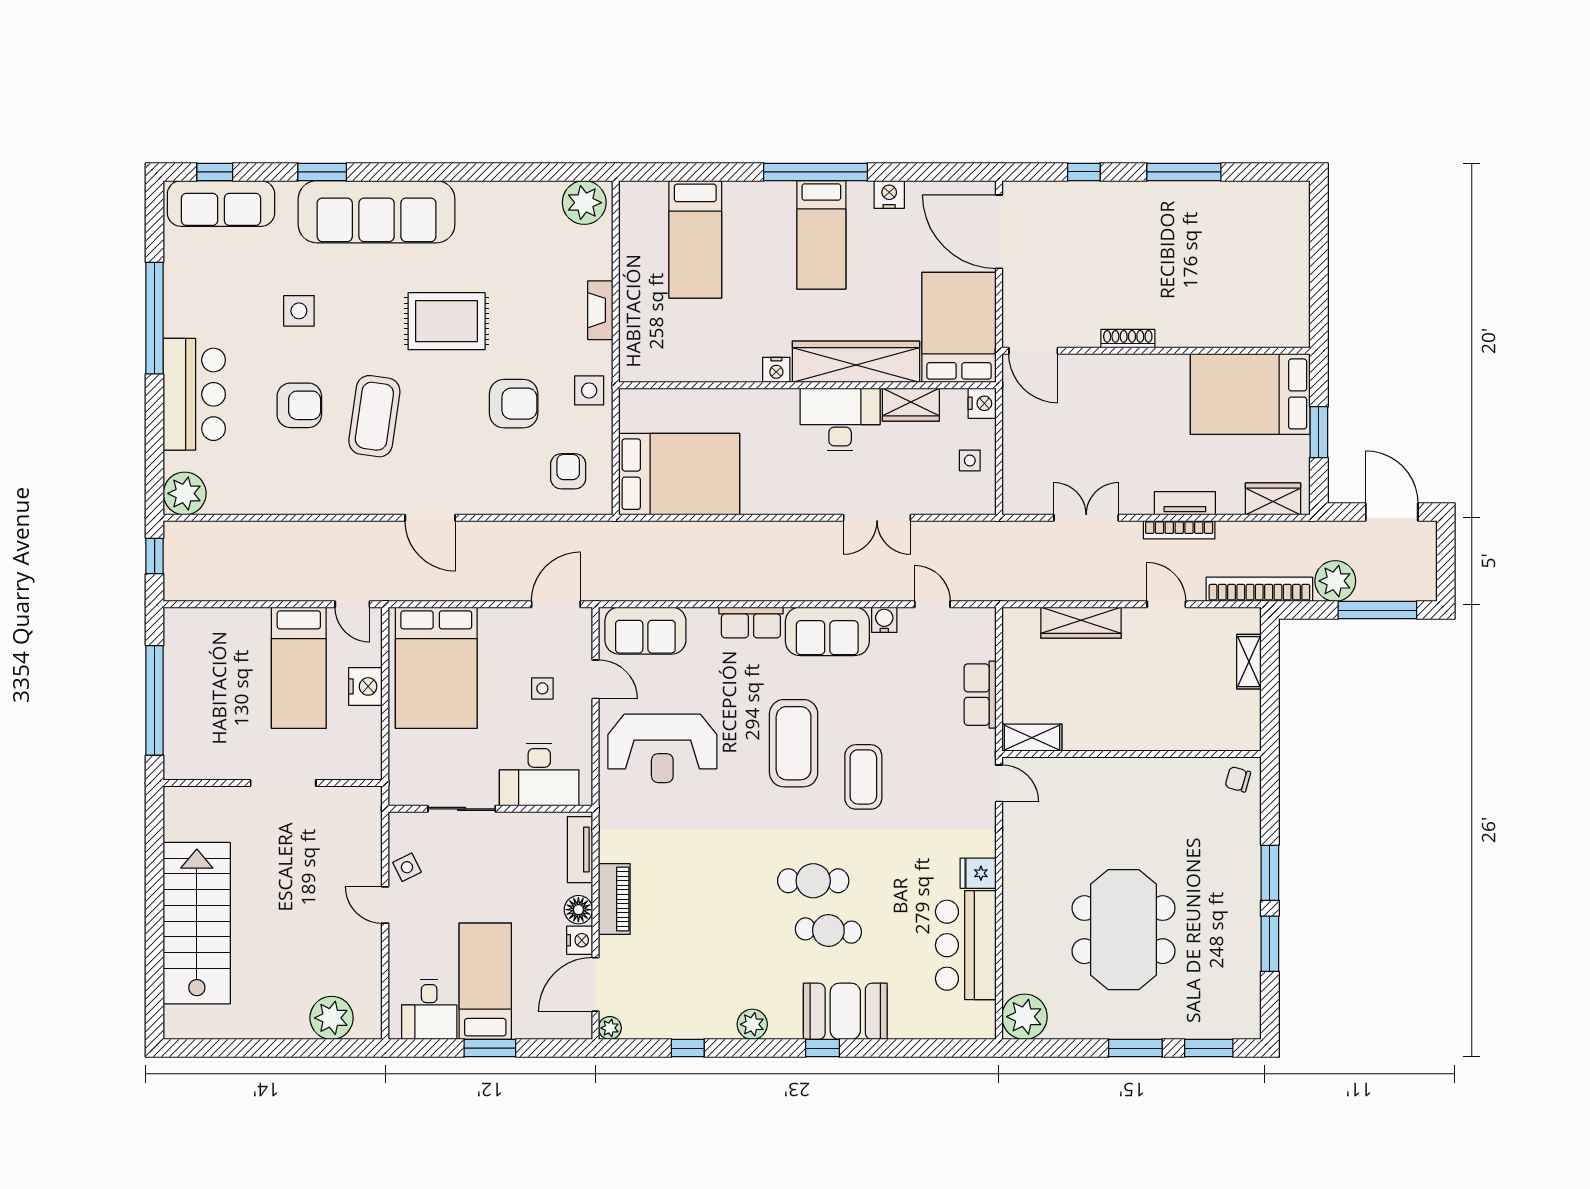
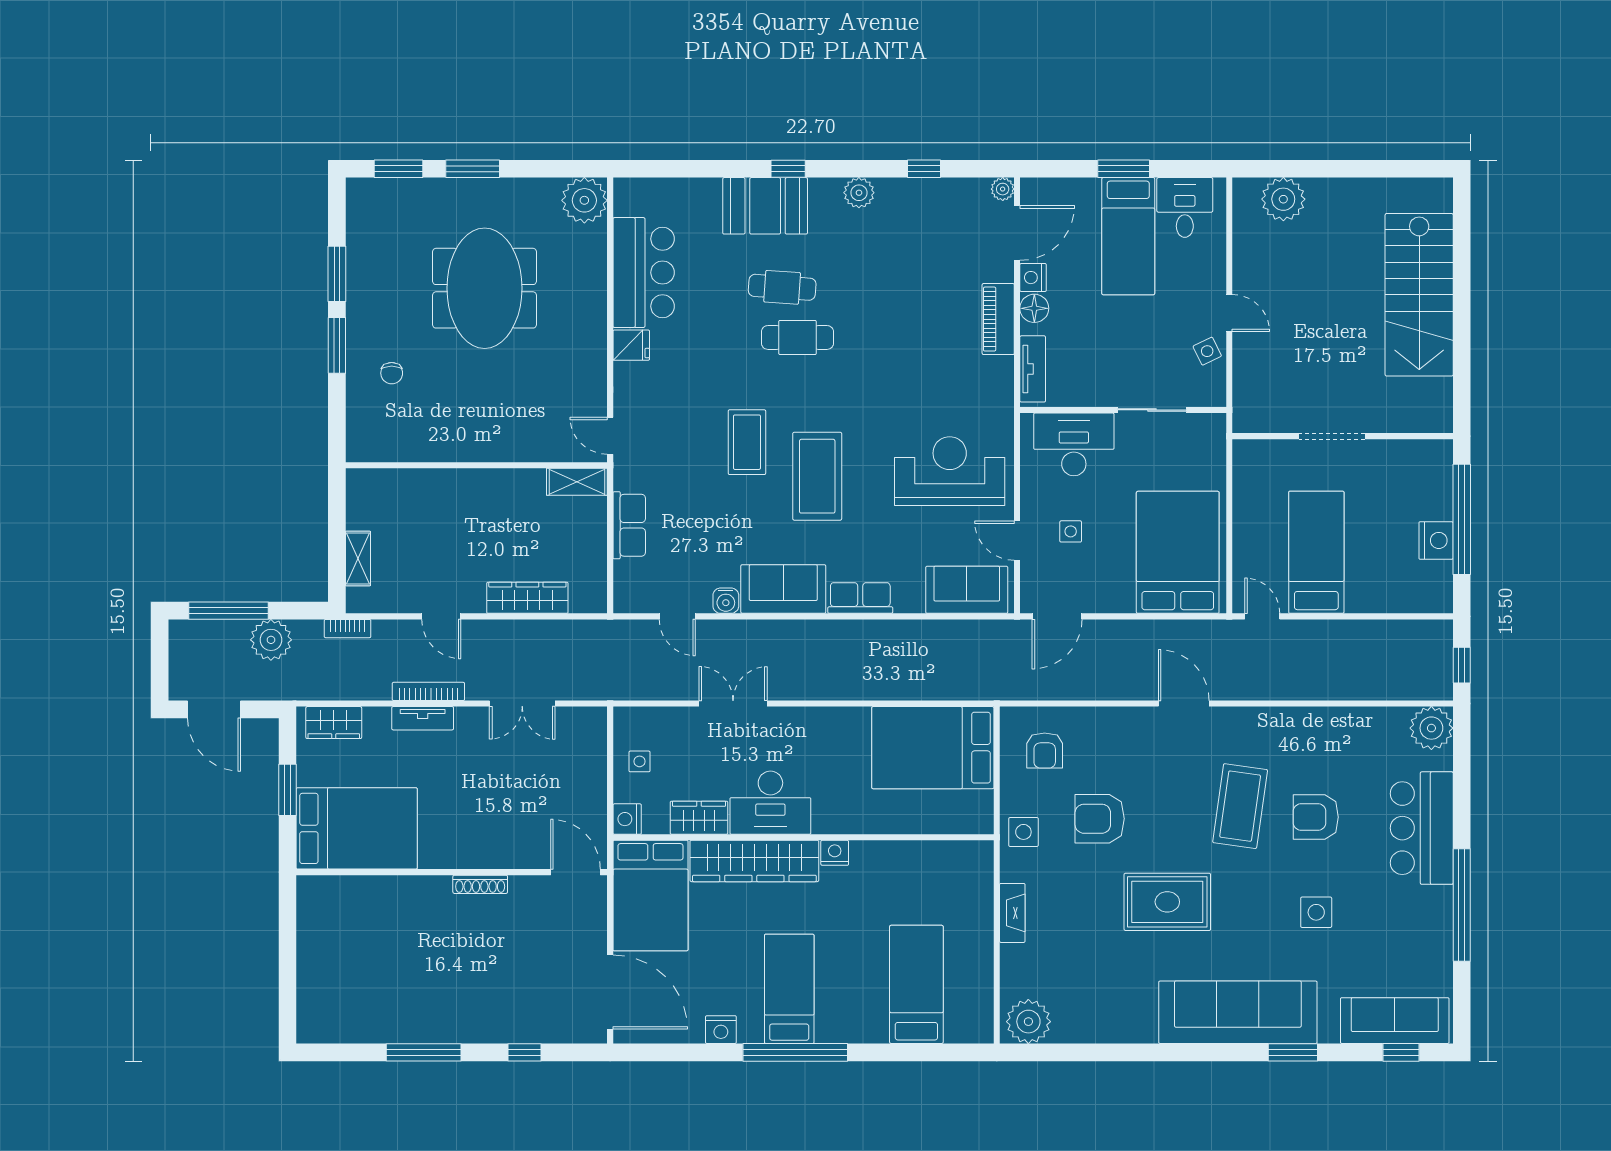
bookcase: (1259, 589) -> (348, 629), width x0.43, depth x0.76
nightstand: (365, 686) -> (1436, 540), moved, turned 180
chair: (1238, 779) -> (392, 373), moved, turned 74

